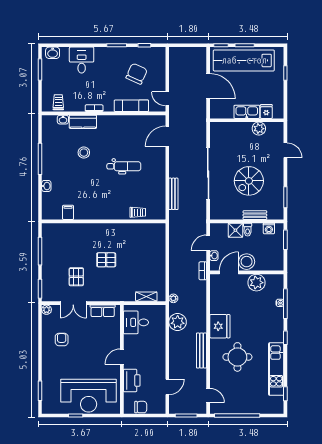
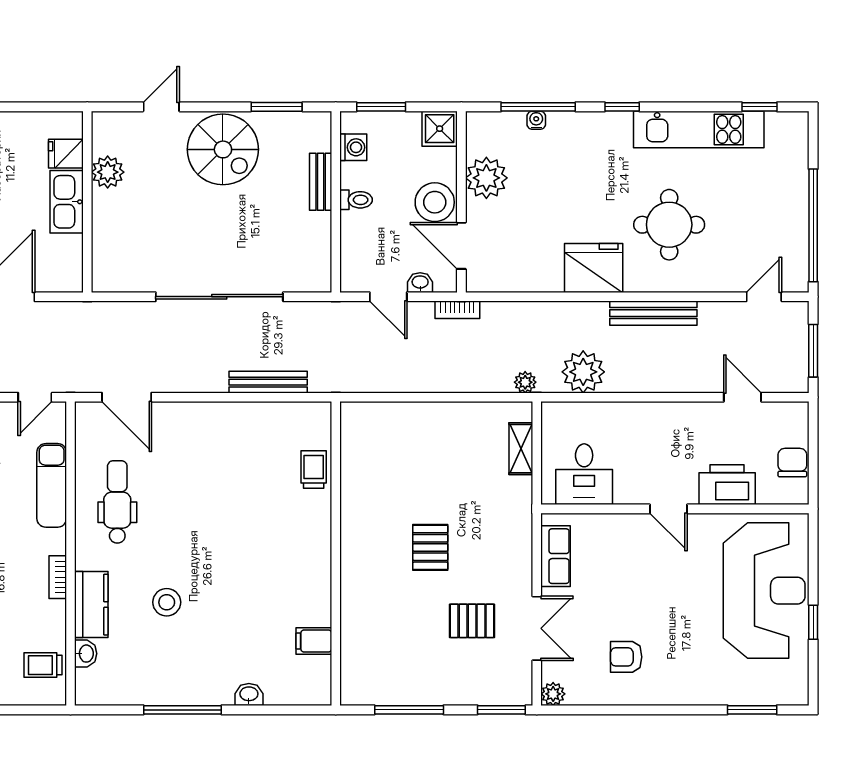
dental chair: (124, 166) -> (117, 502), moved
spiral stairs: (249, 181) -> (223, 149), moved
shower: (235, 230) -> (440, 129), moved

